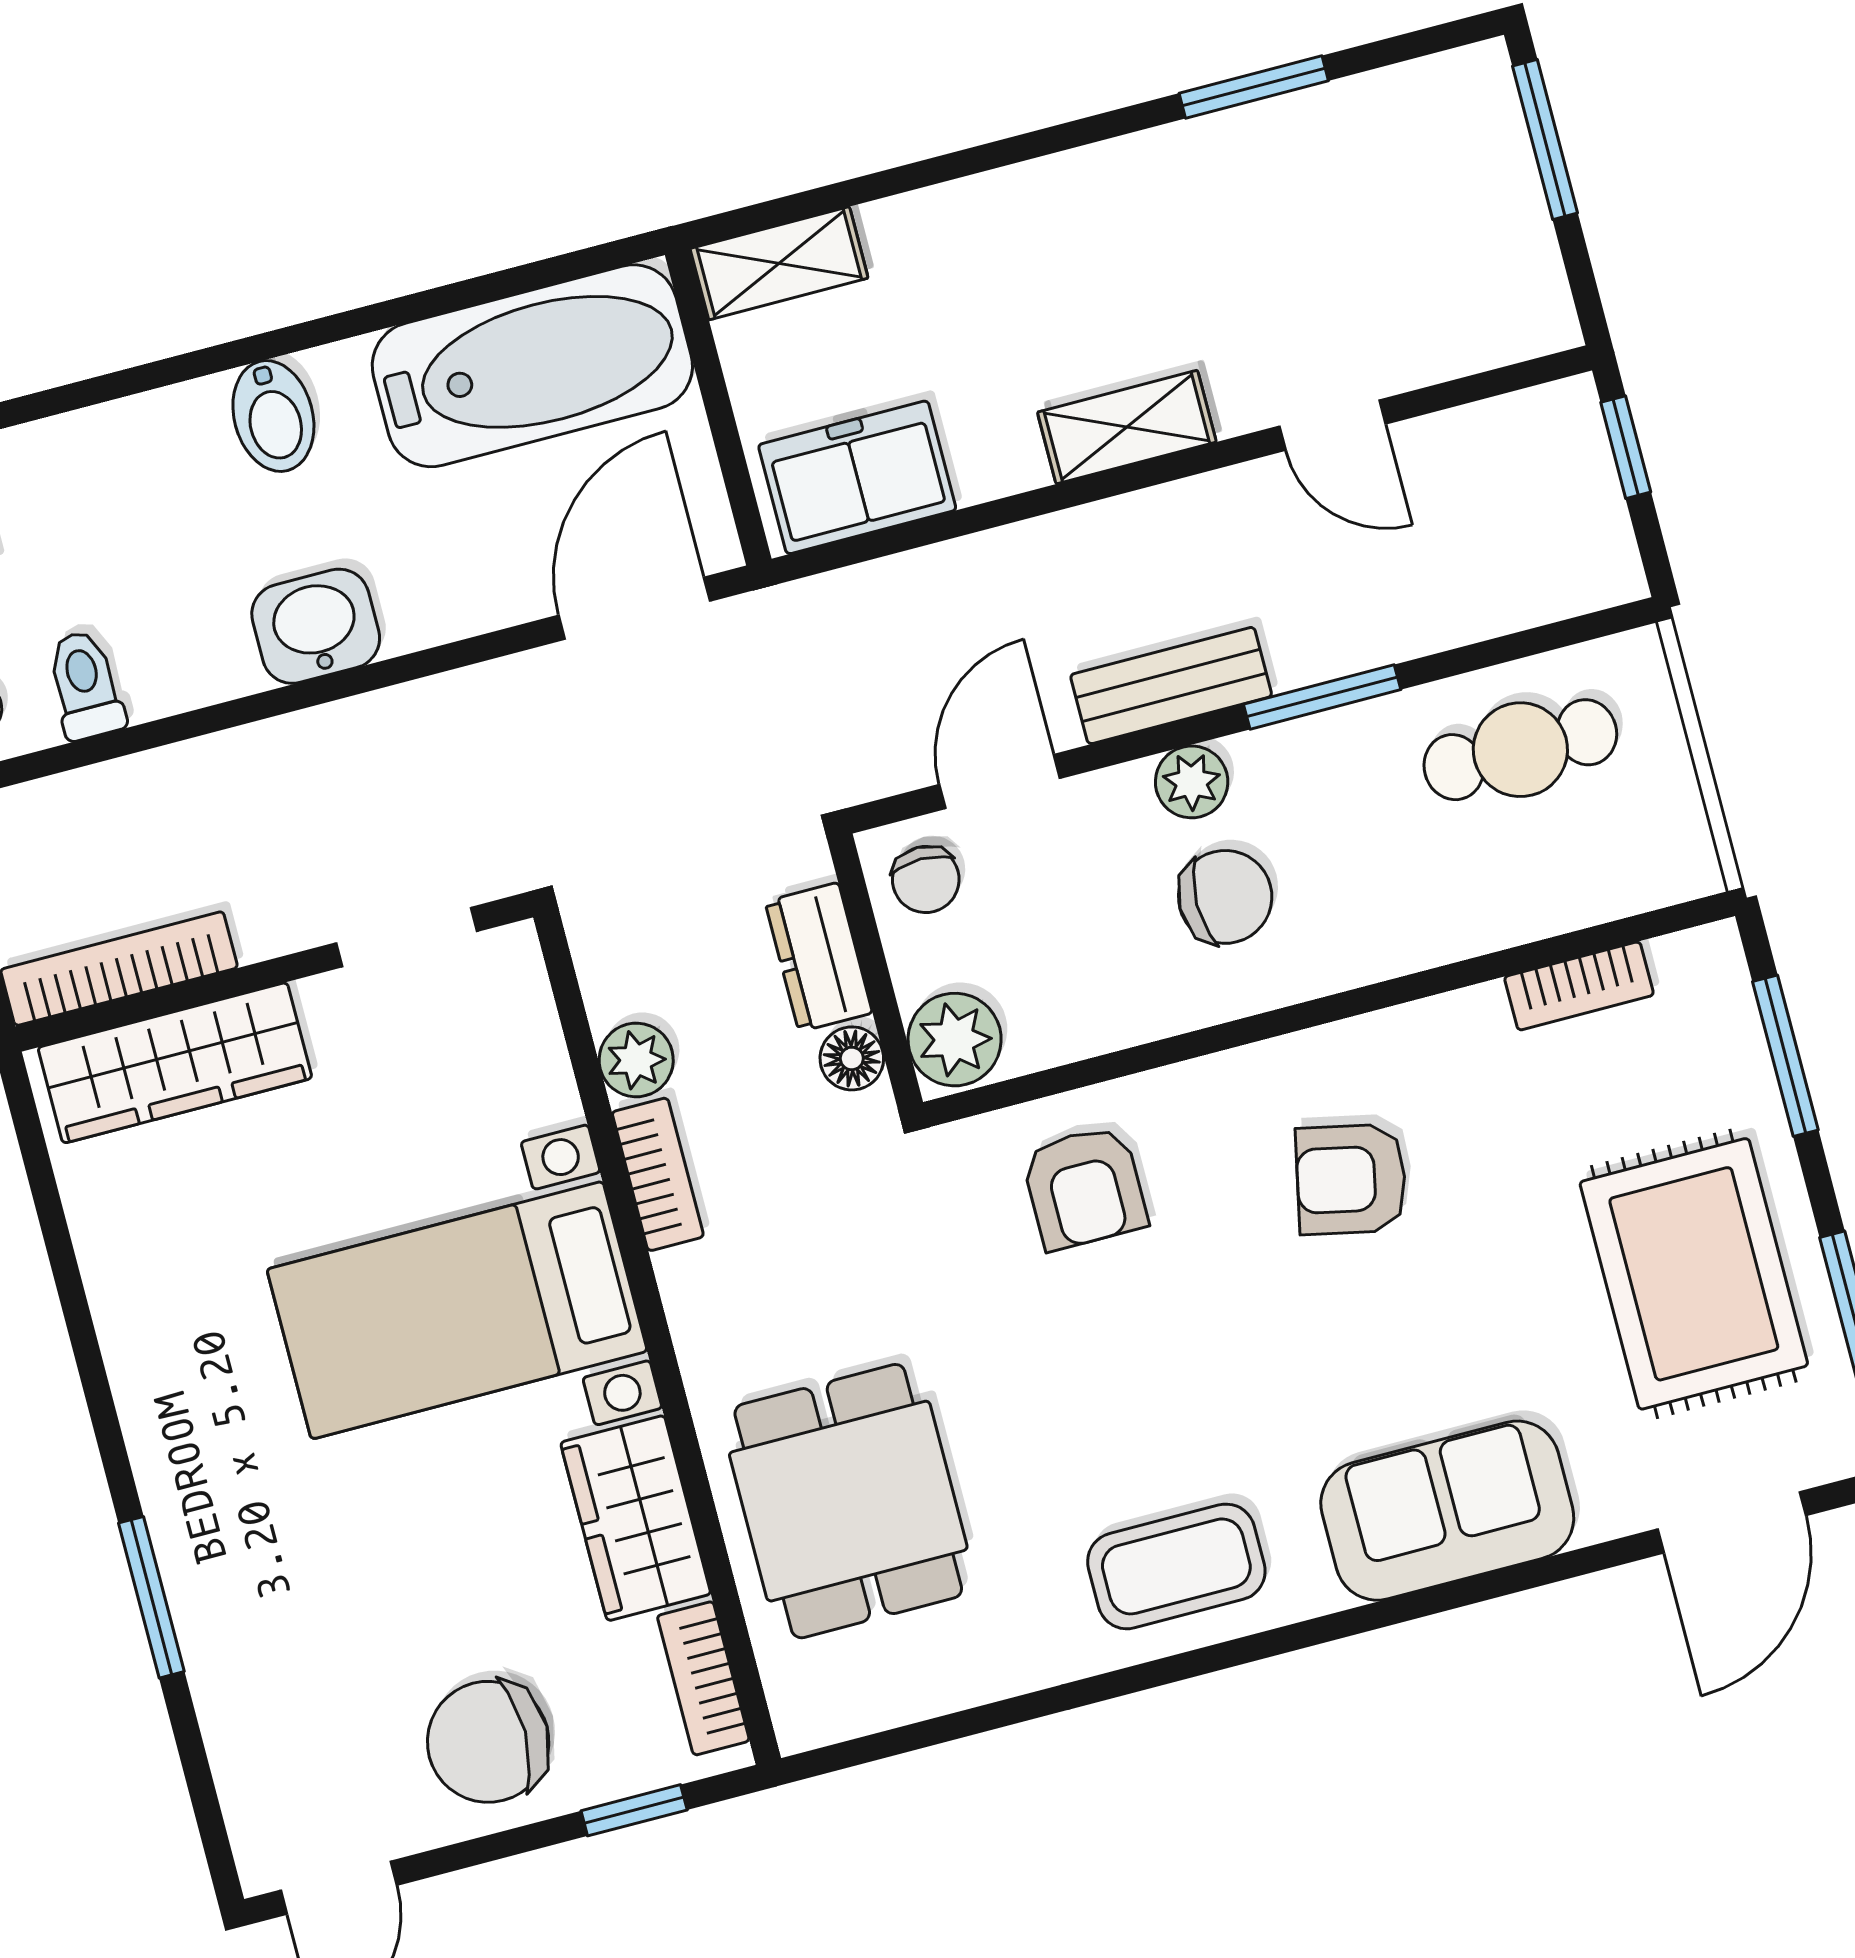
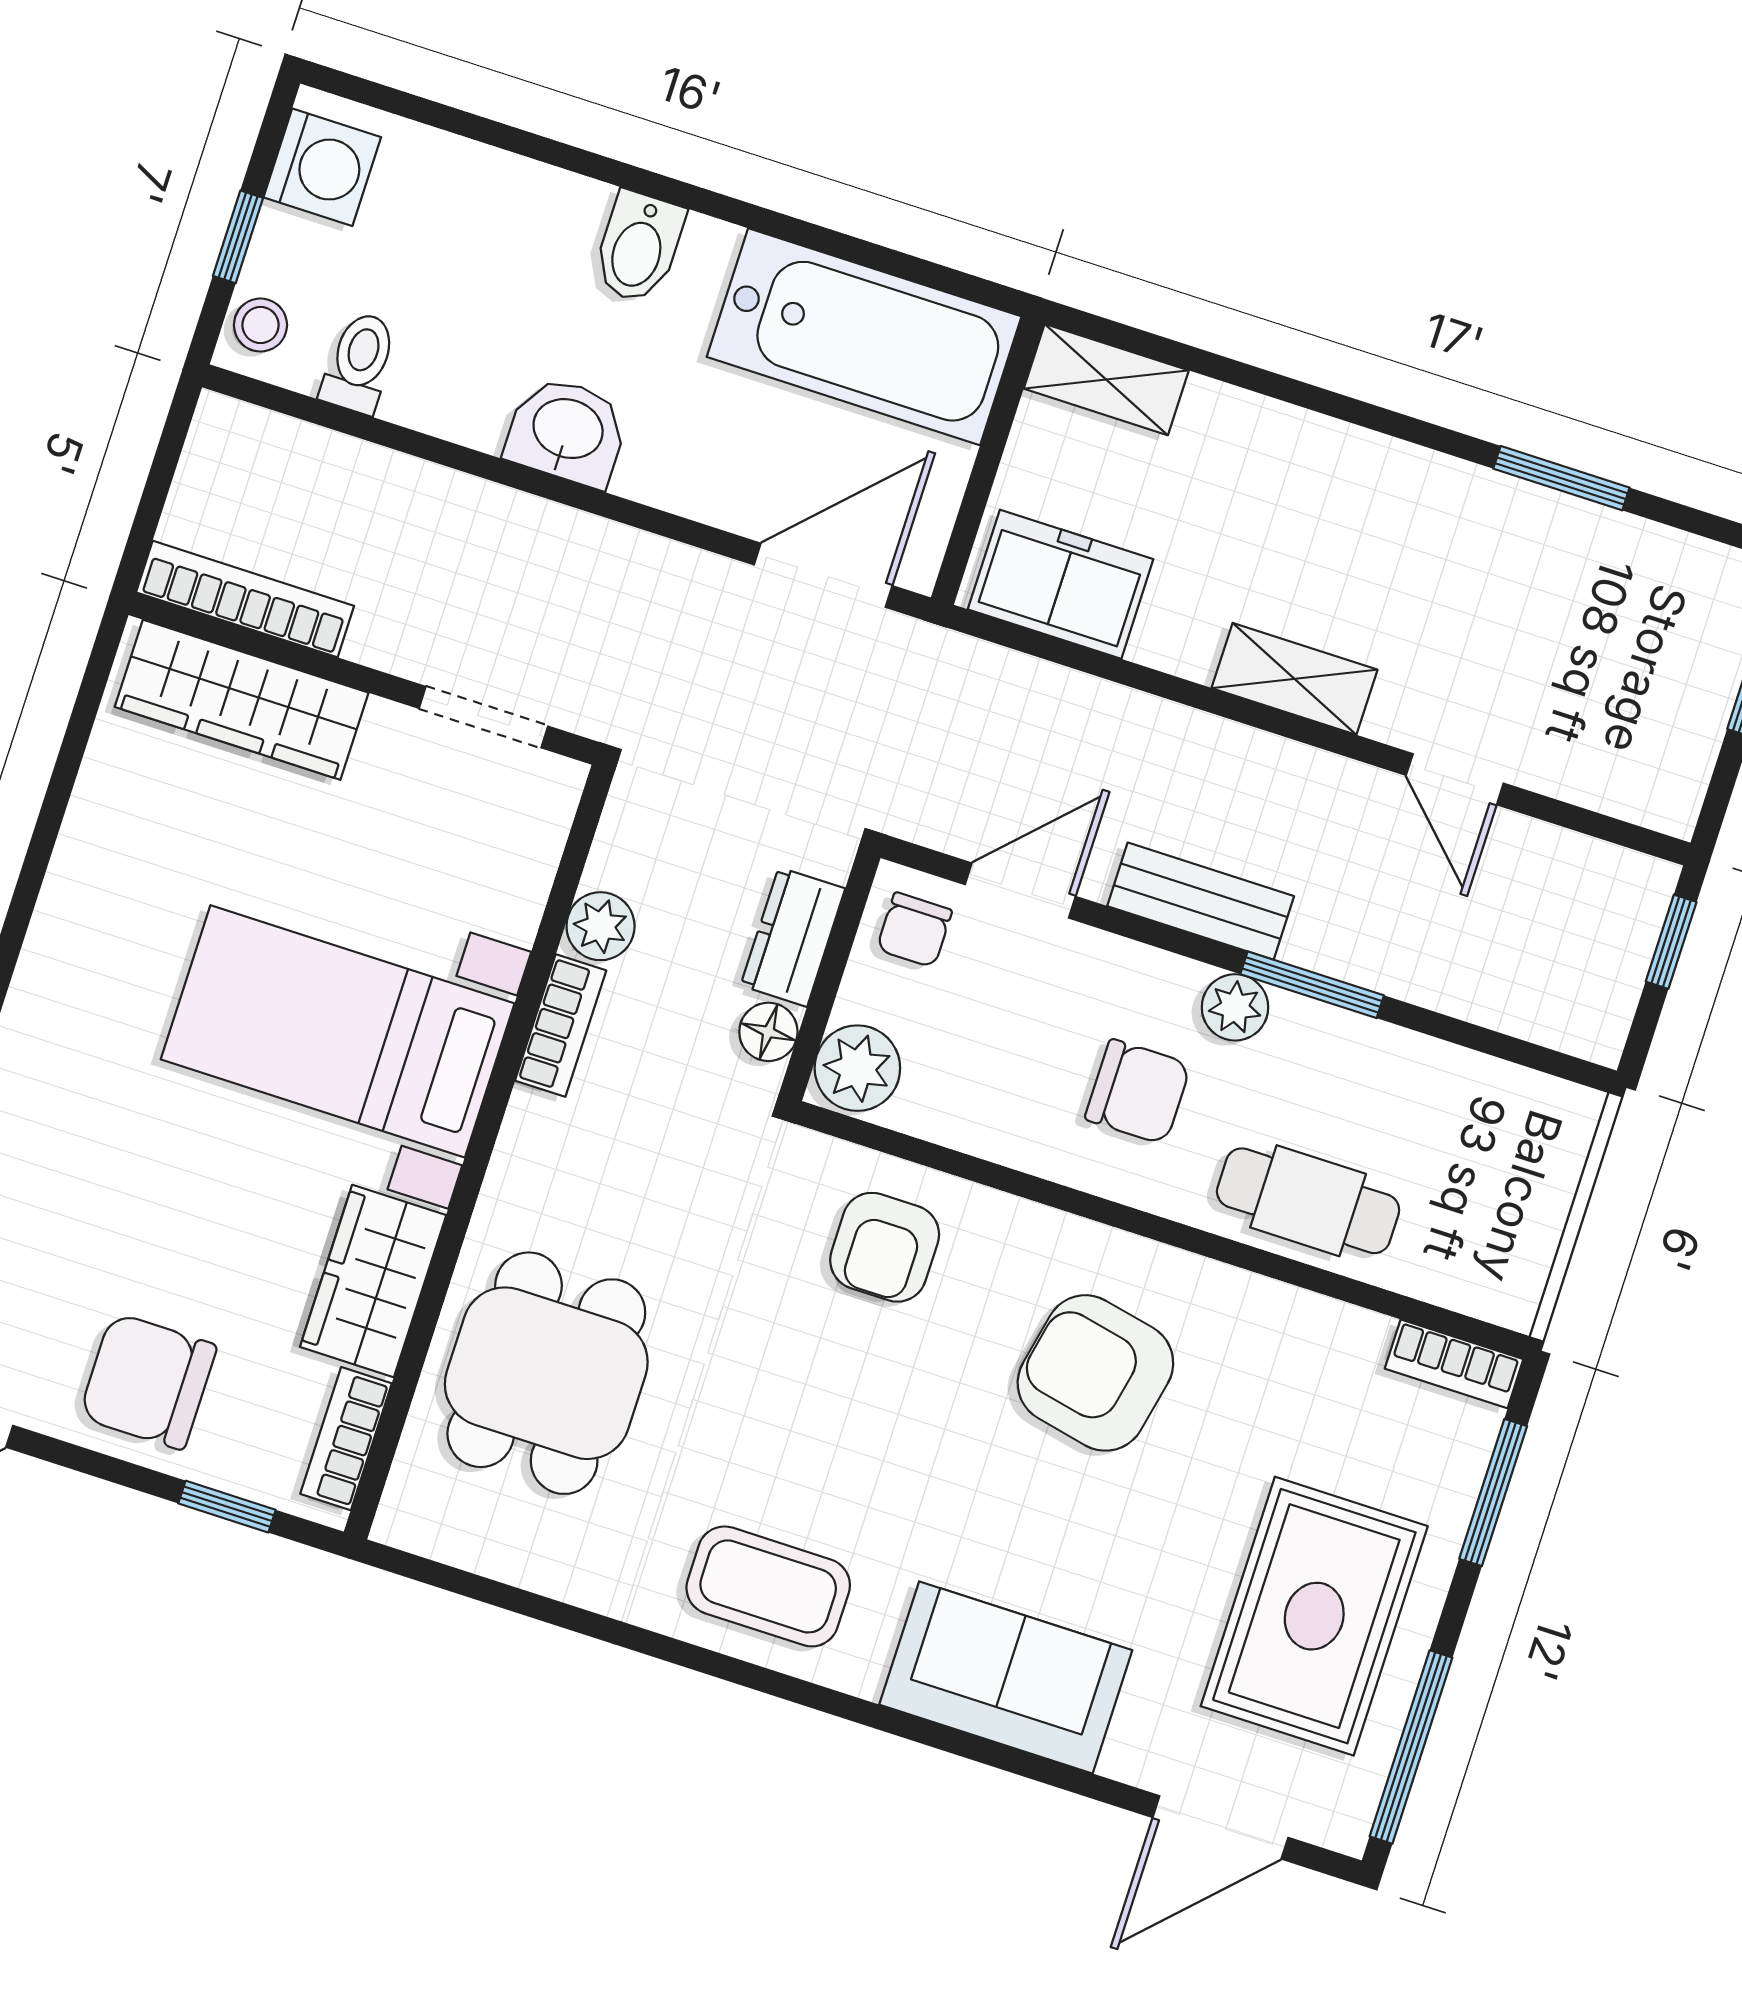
cafe table: (1520, 750) -> (1308, 1201), moved
plant: (1192, 782) -> (1235, 1007), moved
bookcase: (1579, 986) -> (1454, 1364), moved
armchair: (1351, 1179) -> (1095, 1373), width x1.38, depth x1.38

